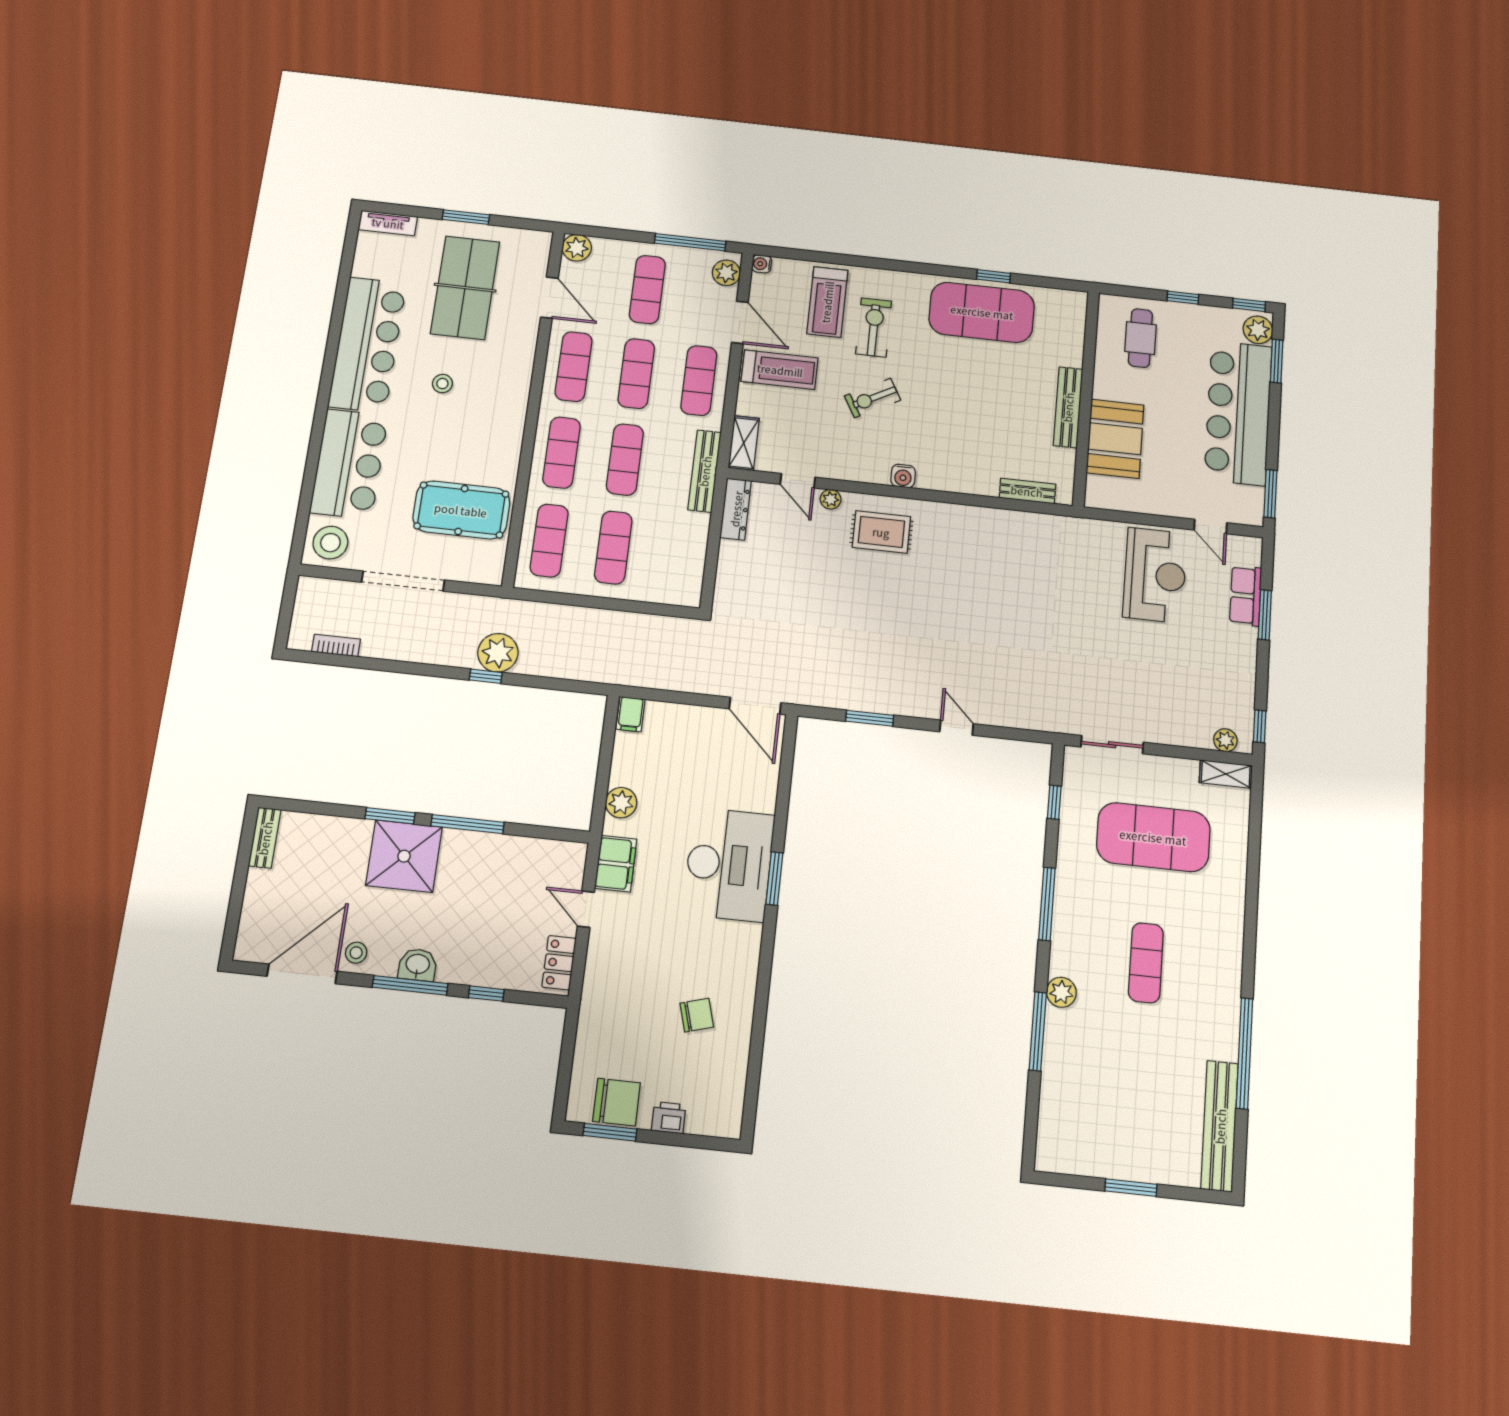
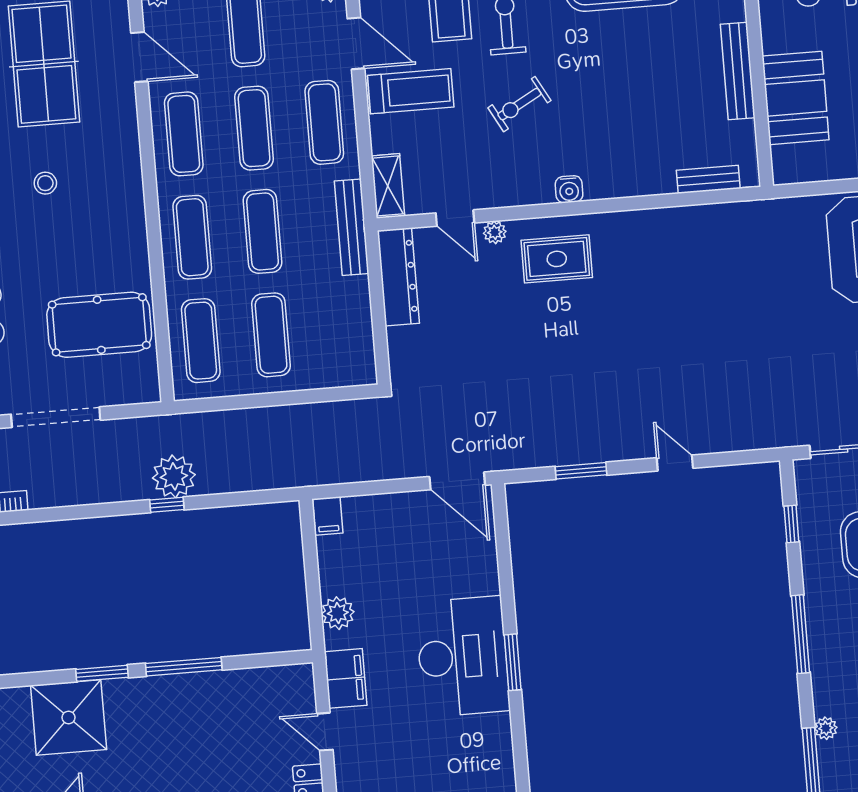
dresser: (736, 509) -> (398, 277), width x1.37, depth x1.24
shower: (404, 856) -> (69, 717), moved
plant: (1061, 992) -> (826, 728), width x0.73, depth x0.73

